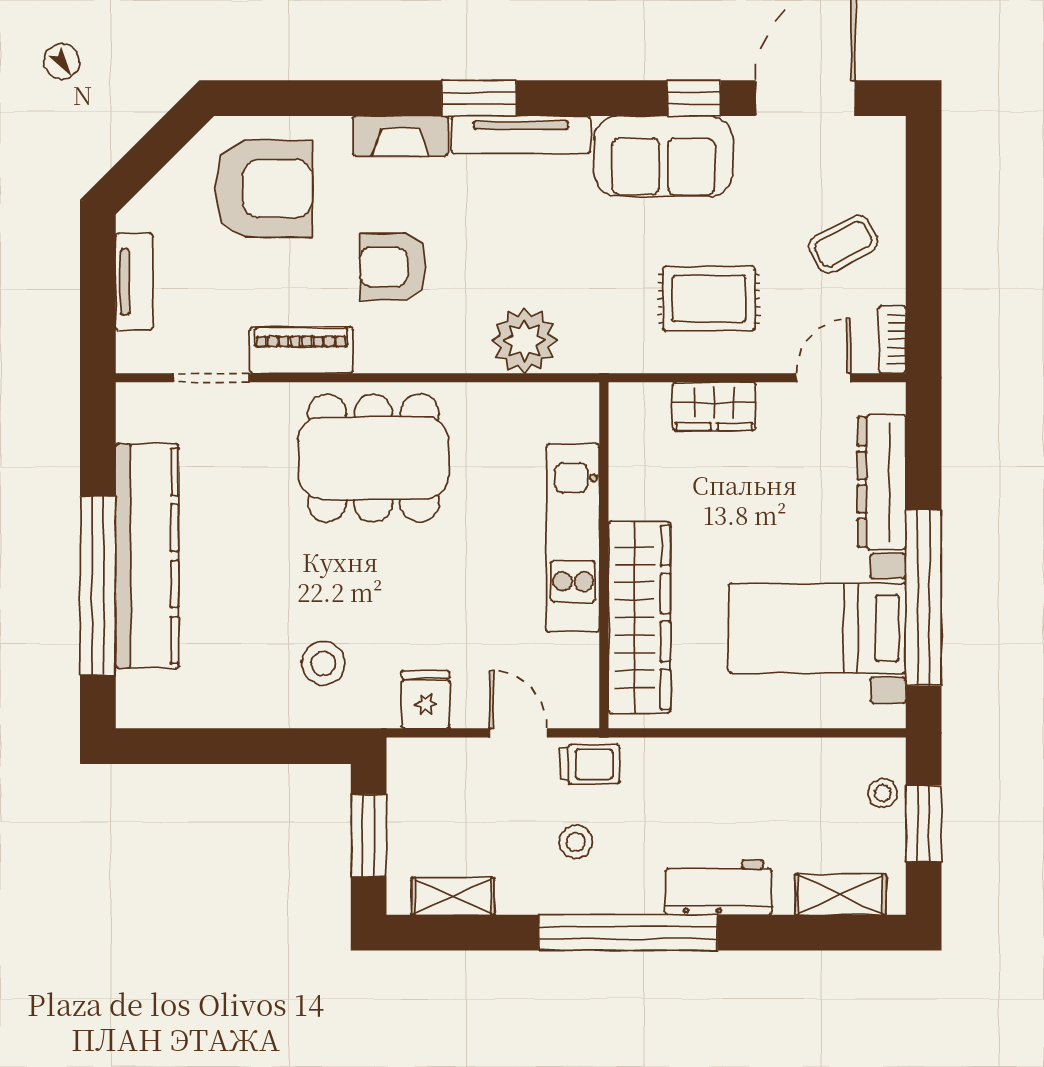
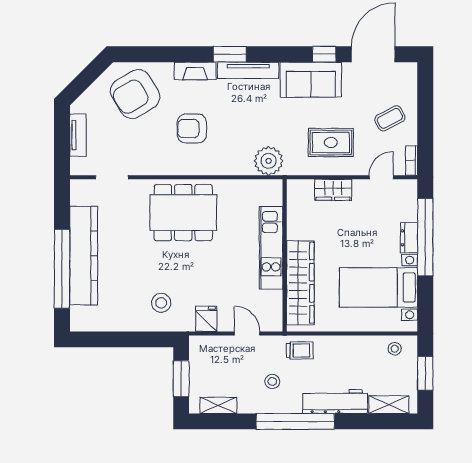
armchair: (264, 189) -> (135, 94), turned 149
plant: (525, 341) -> (269, 161), moved
piano: (301, 350) -> (151, 165), removed
dresser: (882, 482) -> (409, 238), width x0.51, depth x0.80
window: (924, 598) -> (425, 237), moved
trolley: (590, 764) -> (300, 350), moved
stool: (883, 793) -> (395, 349), moved
workbench: (718, 887) -> (335, 401), width x1.38

